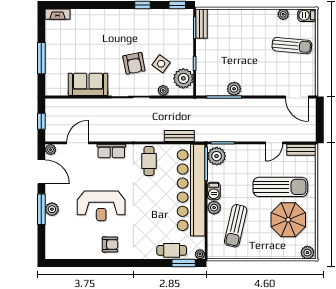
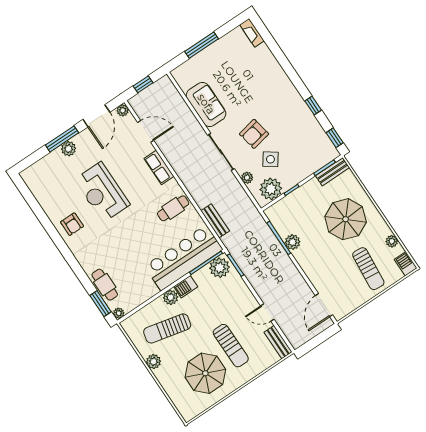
parasol: (244, 38) -> (346, 219), added
sun lounger: (280, 187) -> (231, 346), width x0.73, depth x0.75
bar counter: (191, 190) -> (184, 258), width x0.73
plant: (307, 253) -> (153, 362), moved

